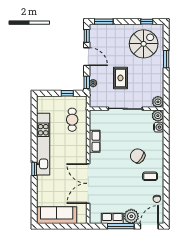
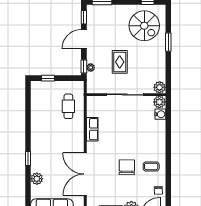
spiral stairs: (144, 44) -> (144, 26), turned 90
door: (87, 57) -> (84, 39), swing flipped
window: (67, 93) -> (48, 78), moved
kitchen unit: (43, 144) -> (38, 132), removed
chair: (138, 156) -> (127, 167), moved, turned 56
plant: (42, 188) -> (37, 179), added

